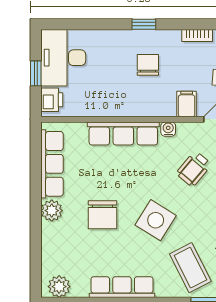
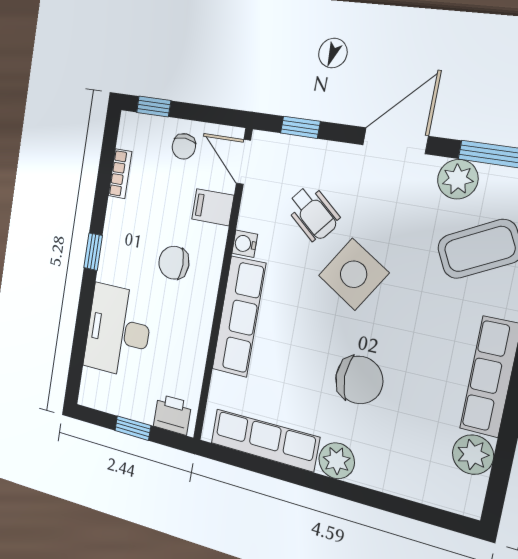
desk: (63, 58) -> (118, 331), moved, turned 90
chair: (148, 65) -> (174, 263), moved
side table: (156, 220) -> (354, 274), moved
plant: (59, 287) -> (473, 455), moved

